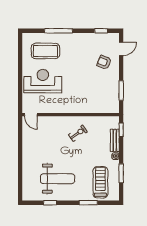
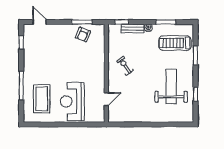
armchair: (104, 62) -> (83, 34), moved
door: (31, 115) -> (106, 99), moved

